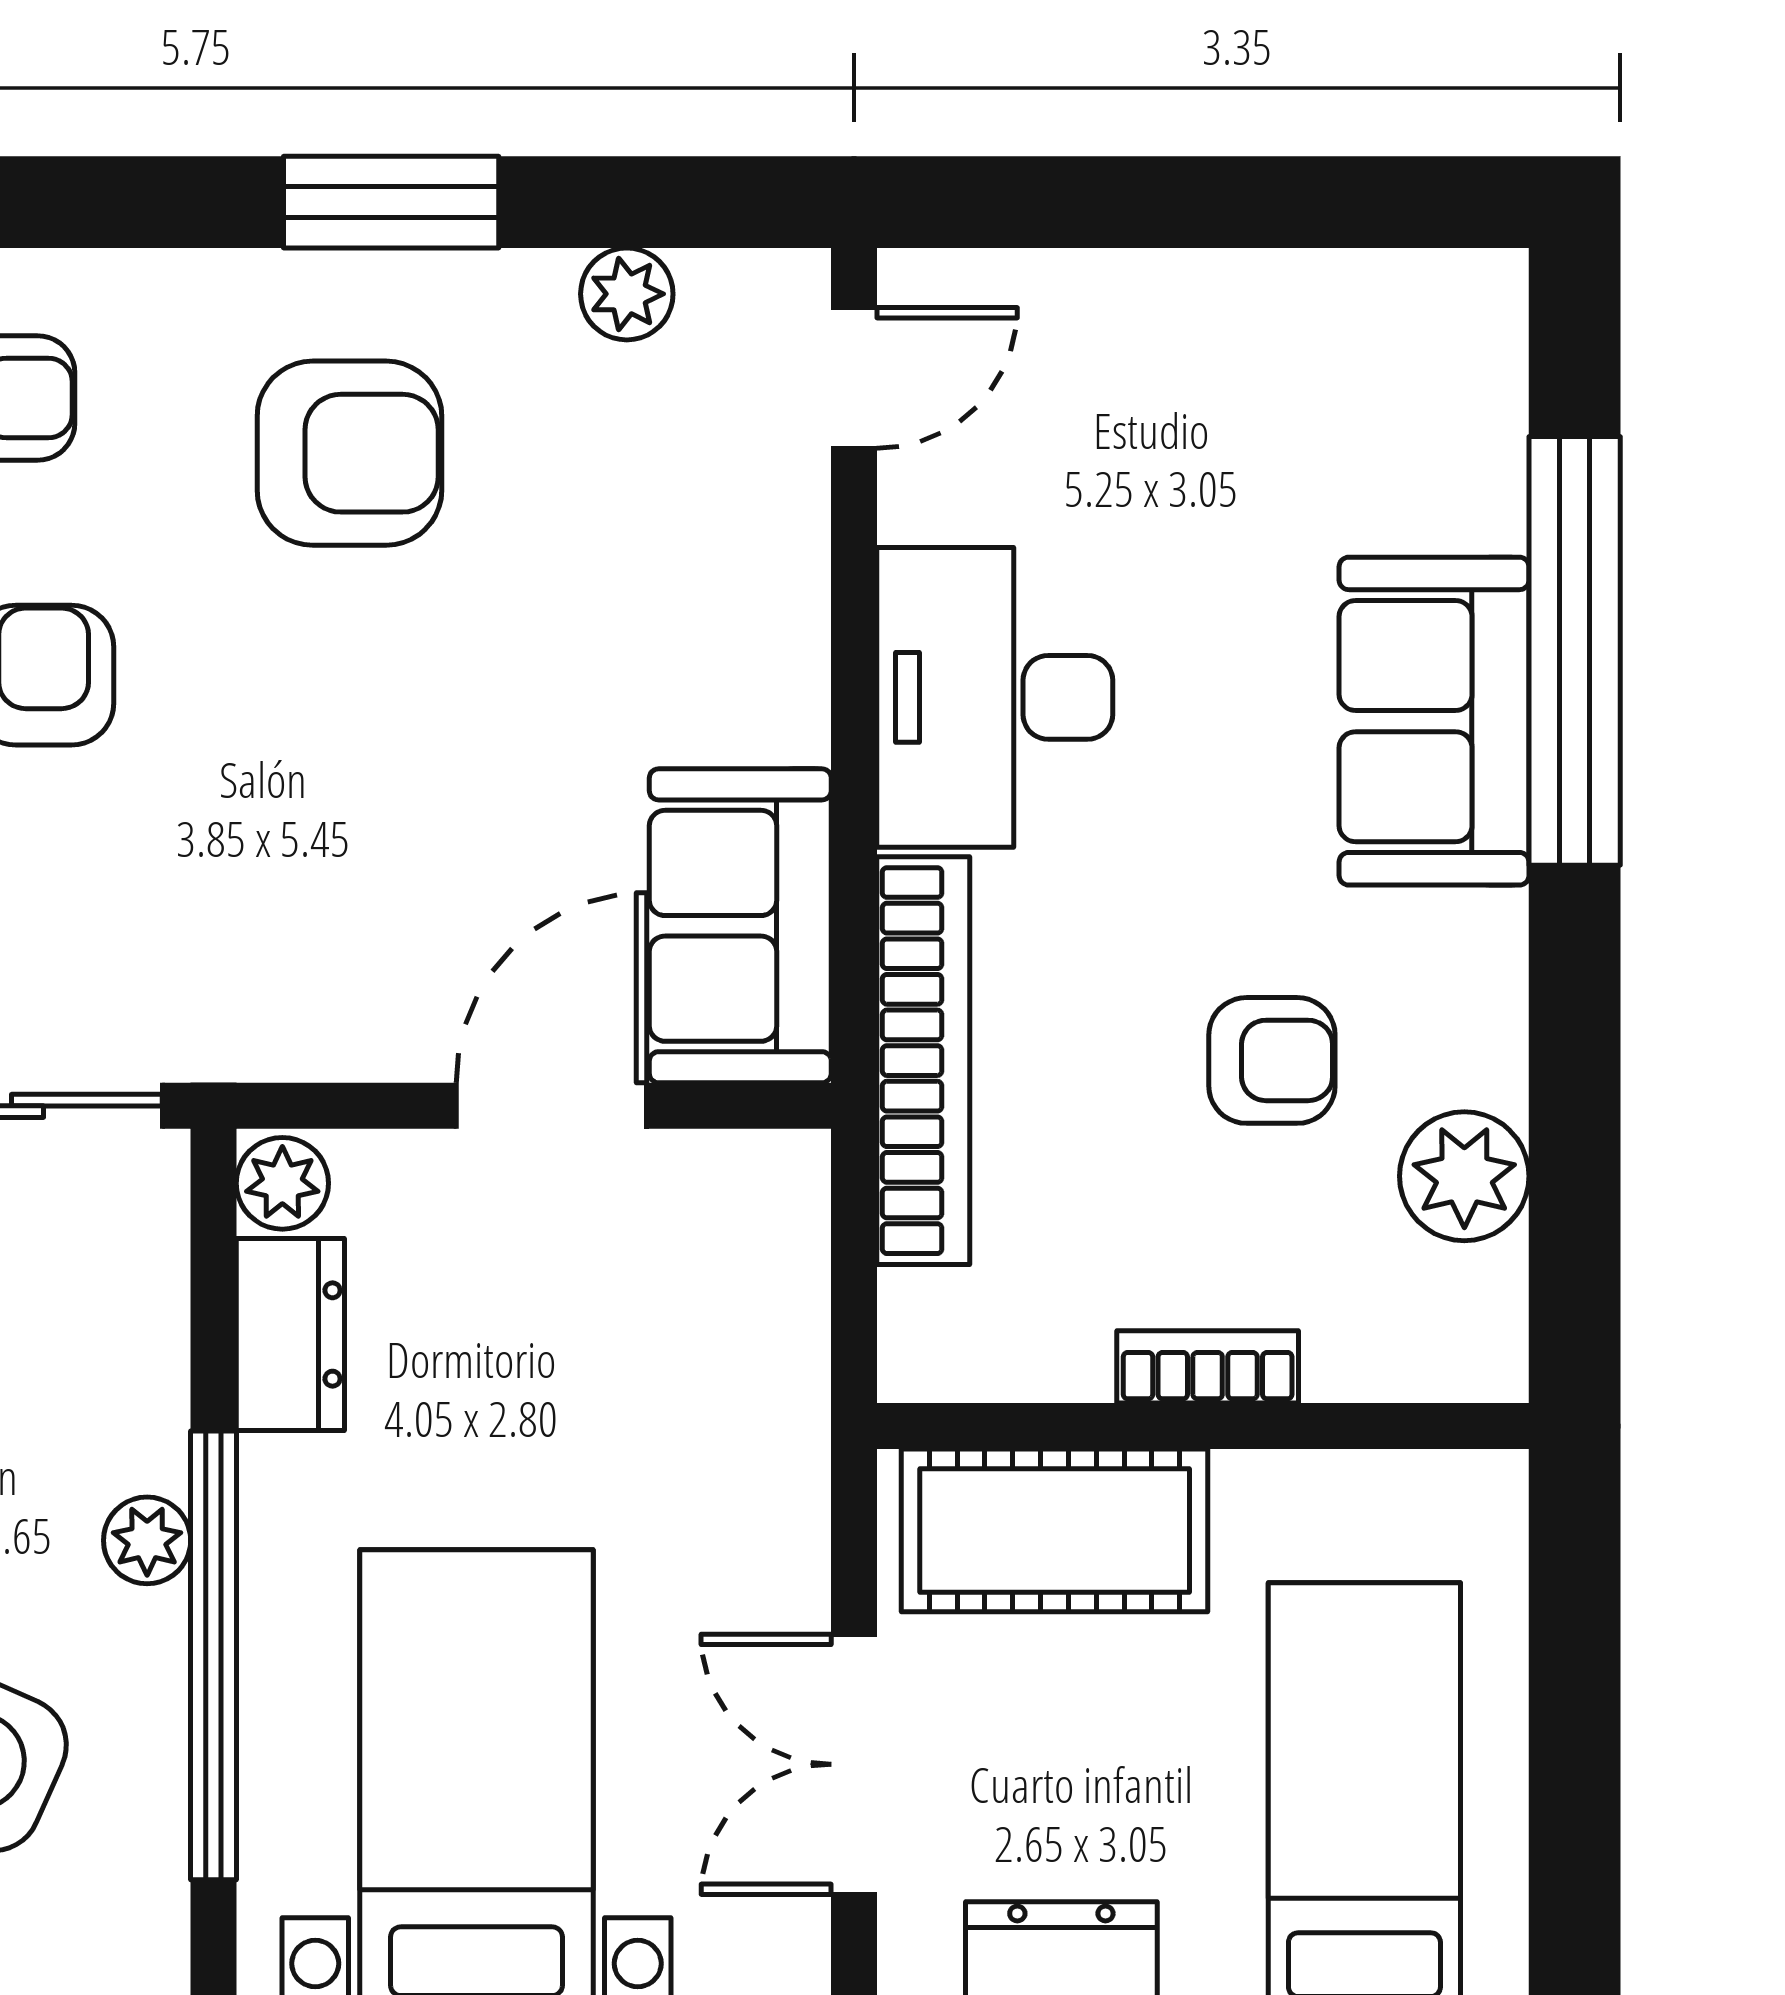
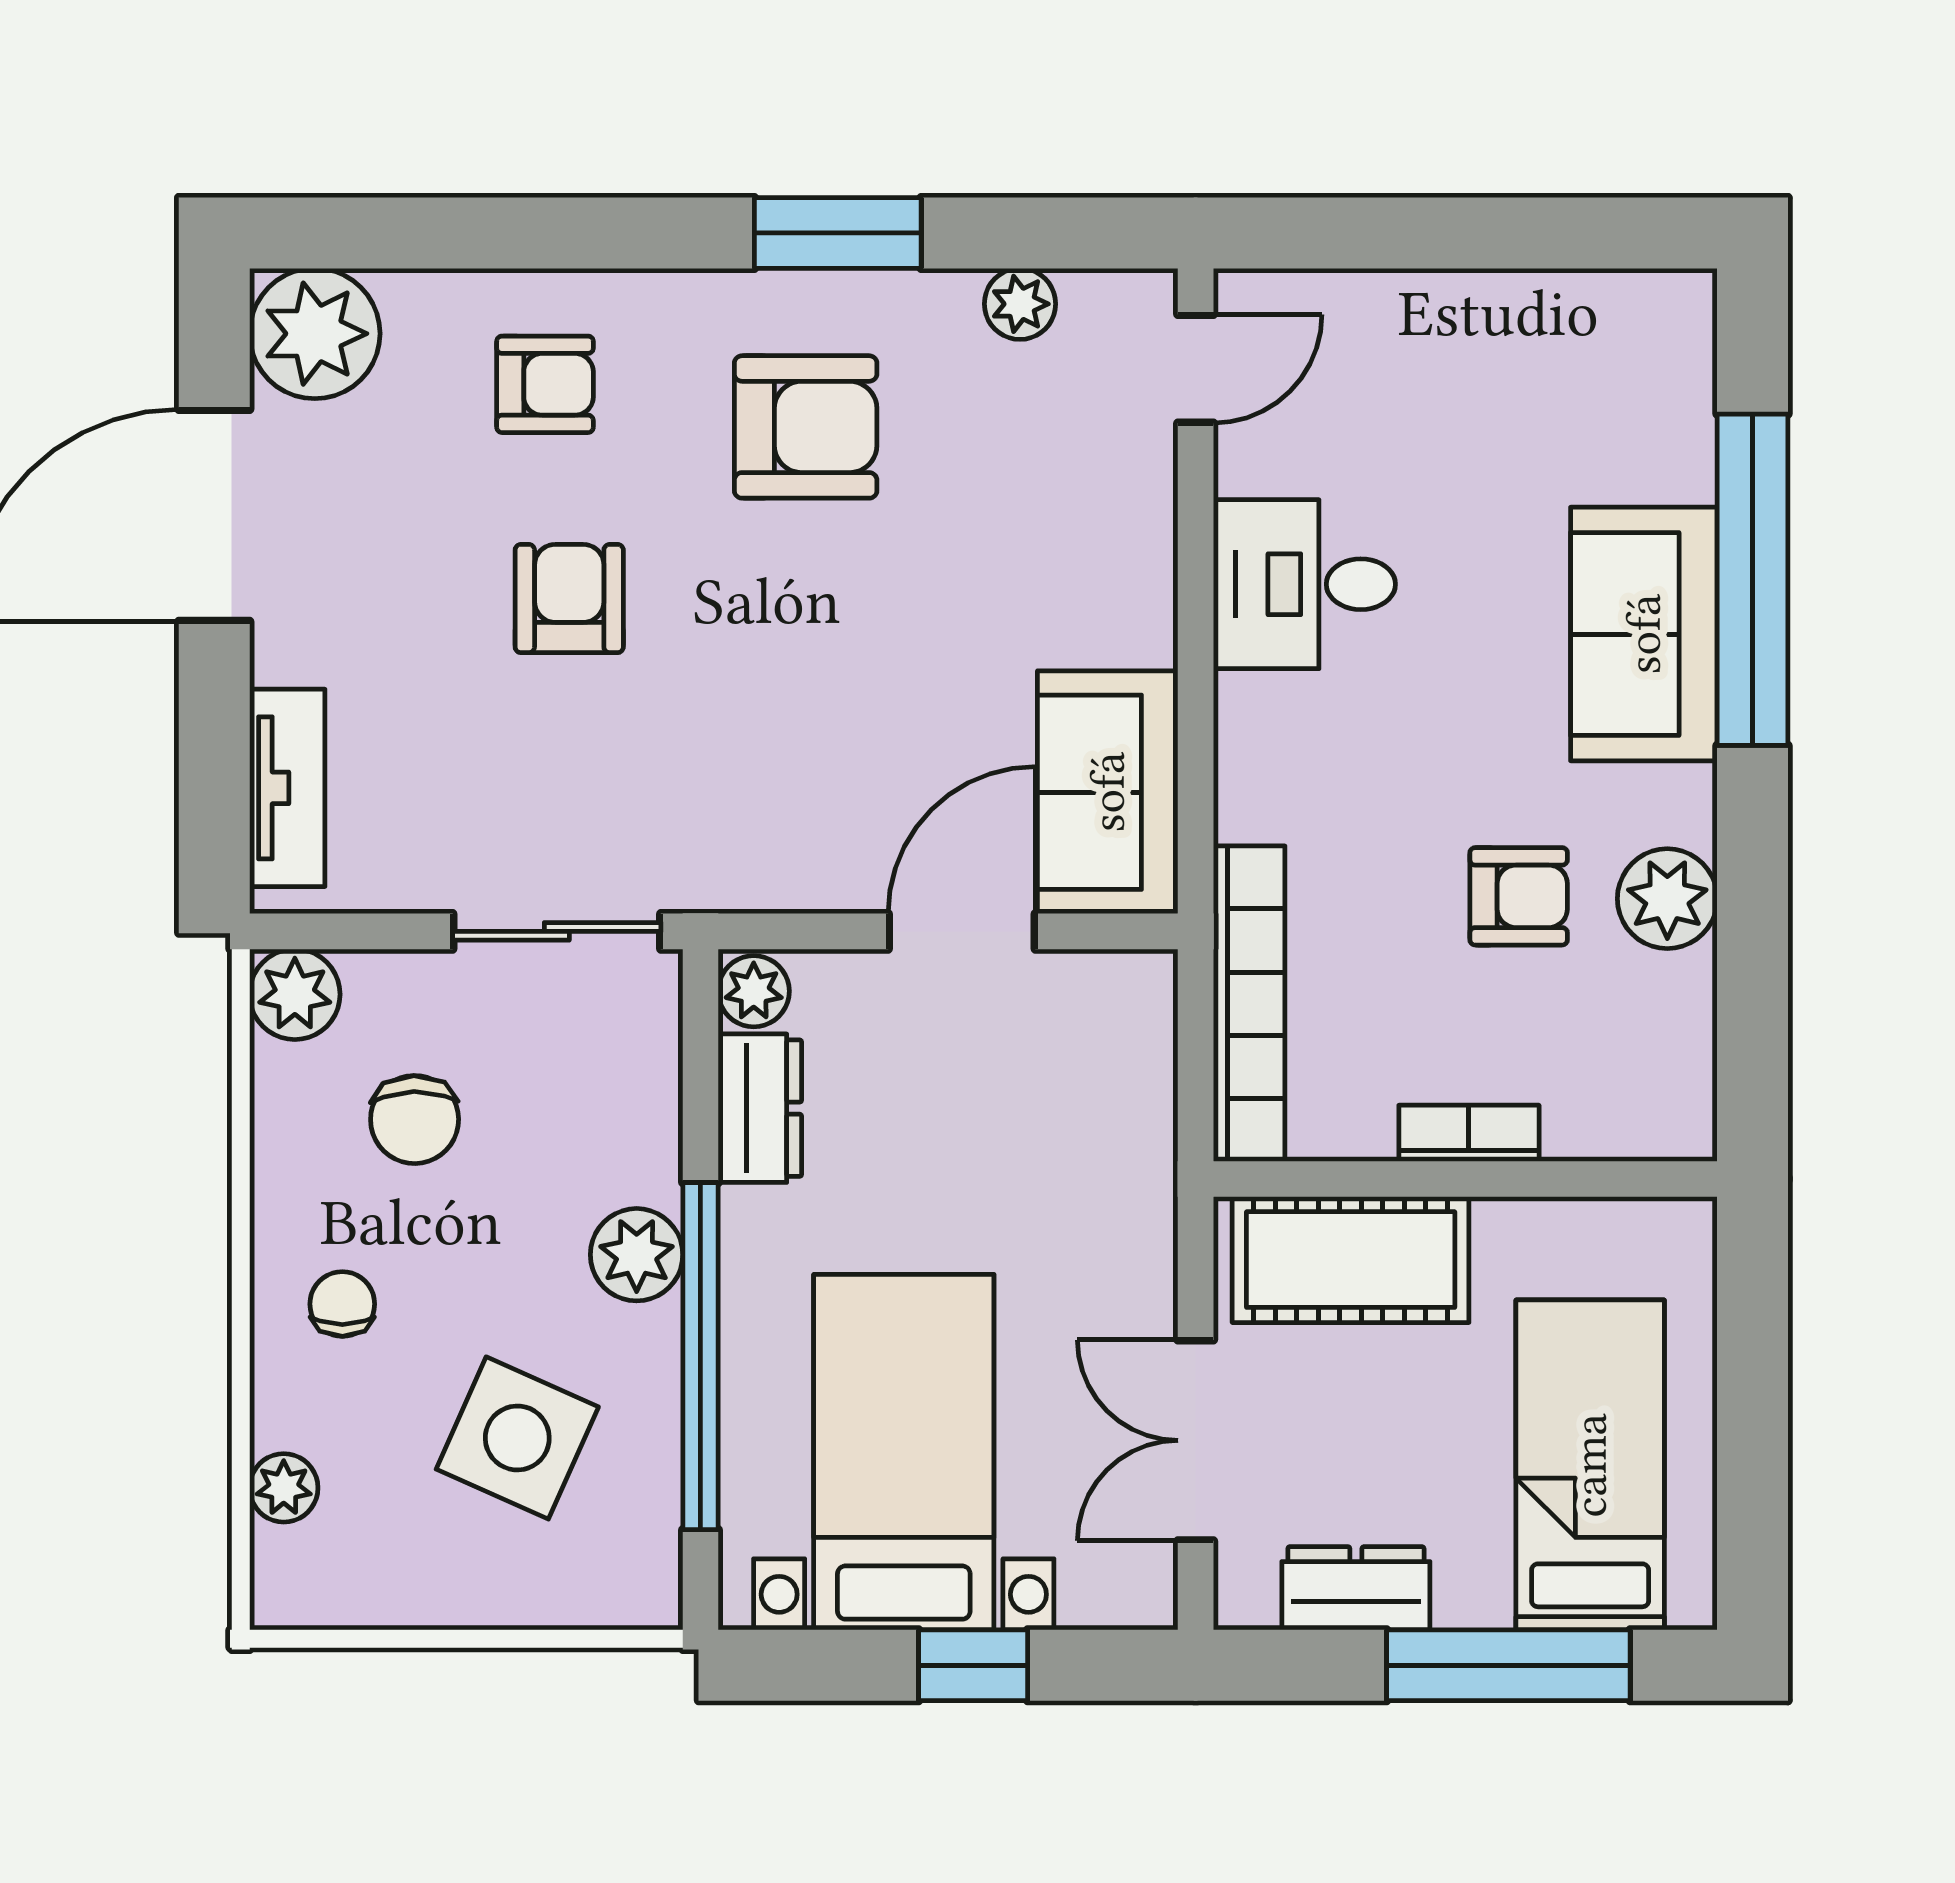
desk: (995, 697) -> (1304, 584), width x0.73
bookcase: (923, 1061) -> (1249, 1004), moved
plant: (1464, 1176) -> (1667, 899), moved
plant: (147, 1540) -> (637, 1255), width x1.38, depth x1.38

